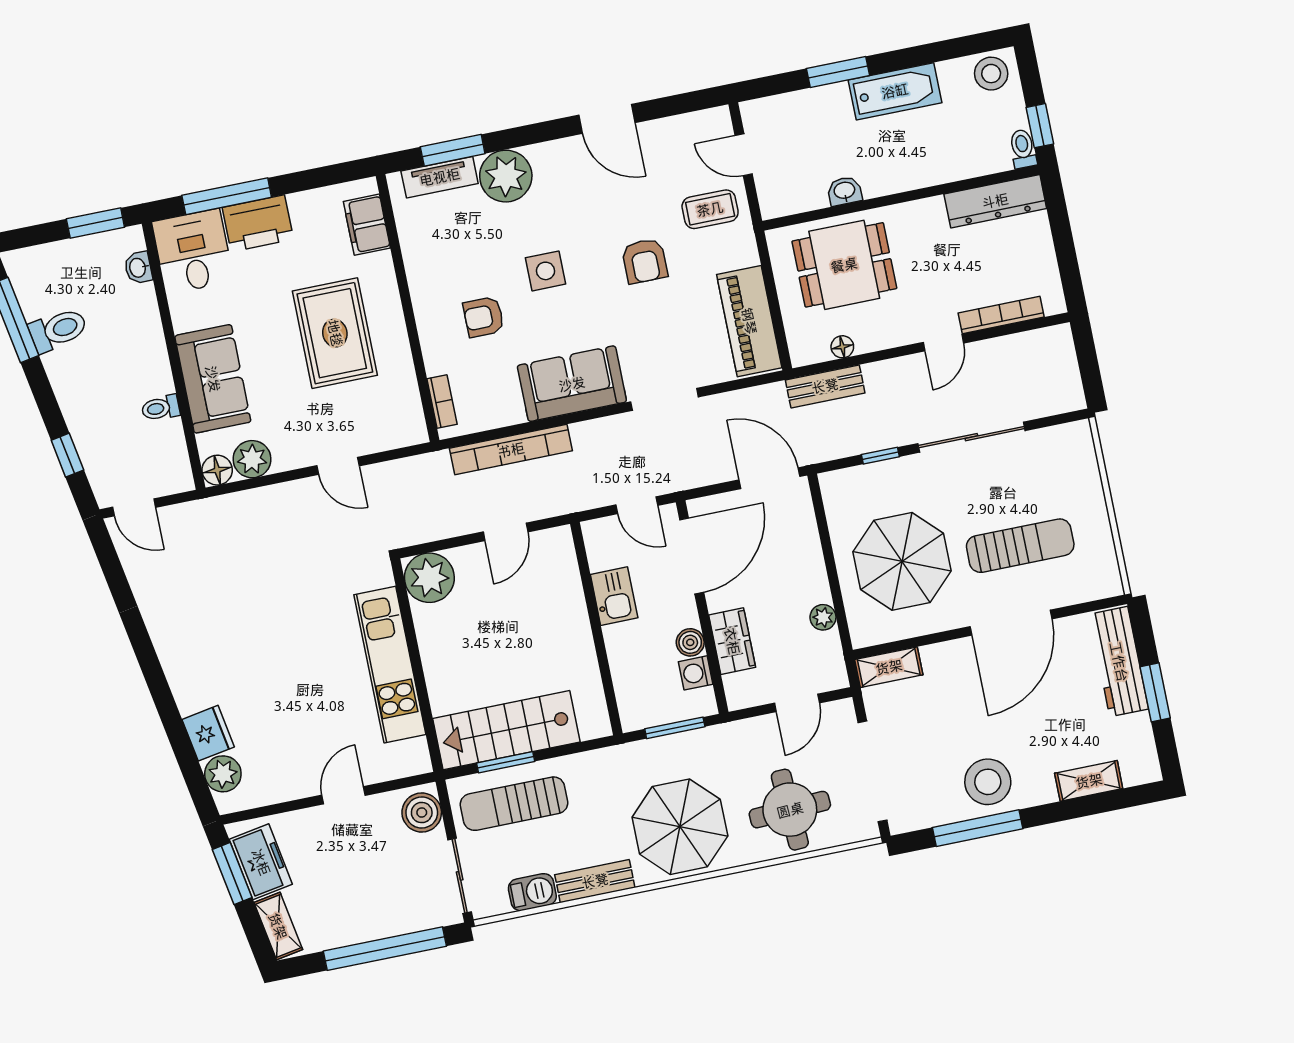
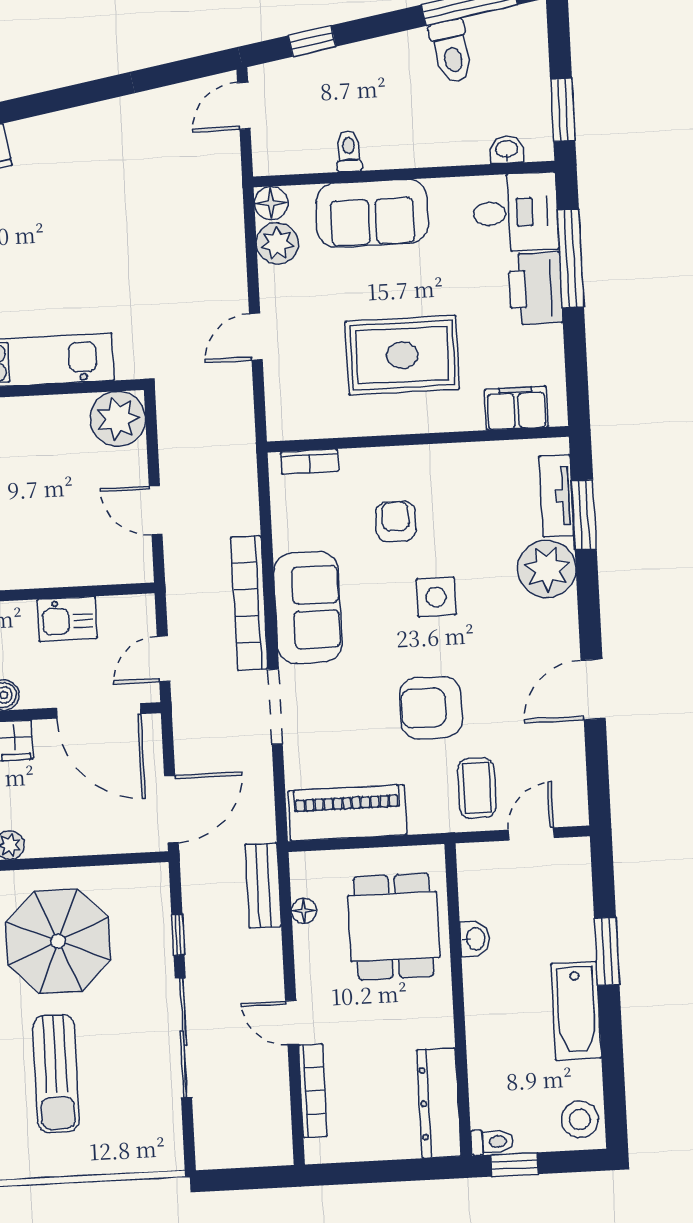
armchair: (645, 261) -> (431, 708), width x1.38, depth x1.38
bookcase: (511, 450) -> (249, 603), moved

